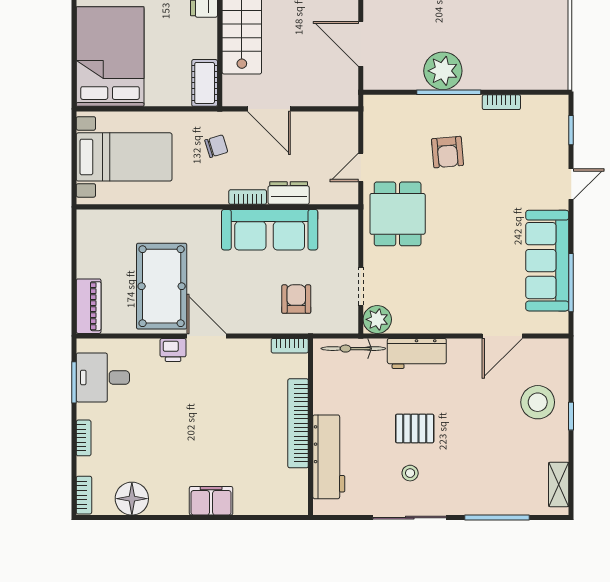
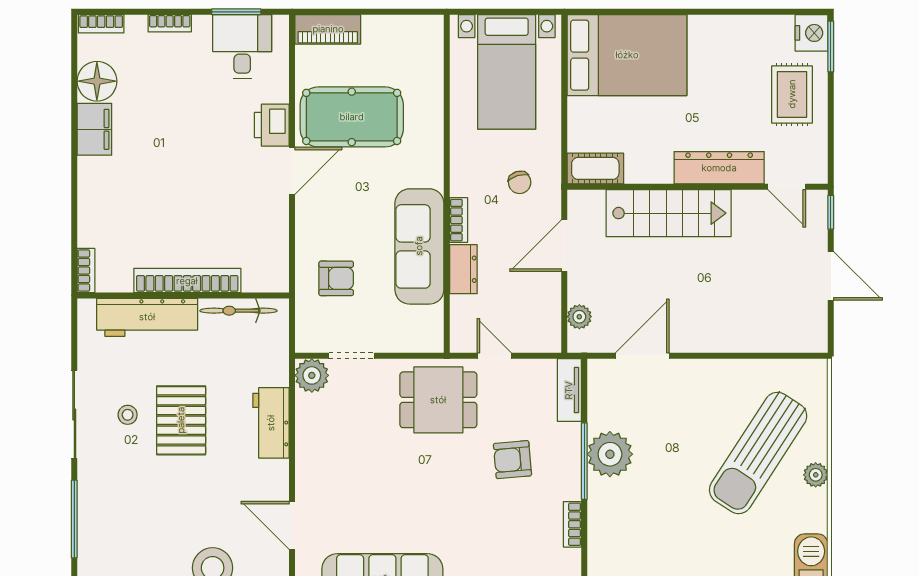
plant: (328, 96) -> (579, 317), added
tv unit: (389, 105) -> (569, 390), added
bookcase: (290, 346) -> (86, 271), moved, turned 180
bicycle: (353, 349) -> (239, 311), moved, turned -90
printer: (173, 350) -> (272, 125), width x1.36, depth x1.24
pallet: (415, 428) -> (181, 420), width x1.50, depth x1.42
filing cabinet: (211, 501) -> (94, 129), moved

